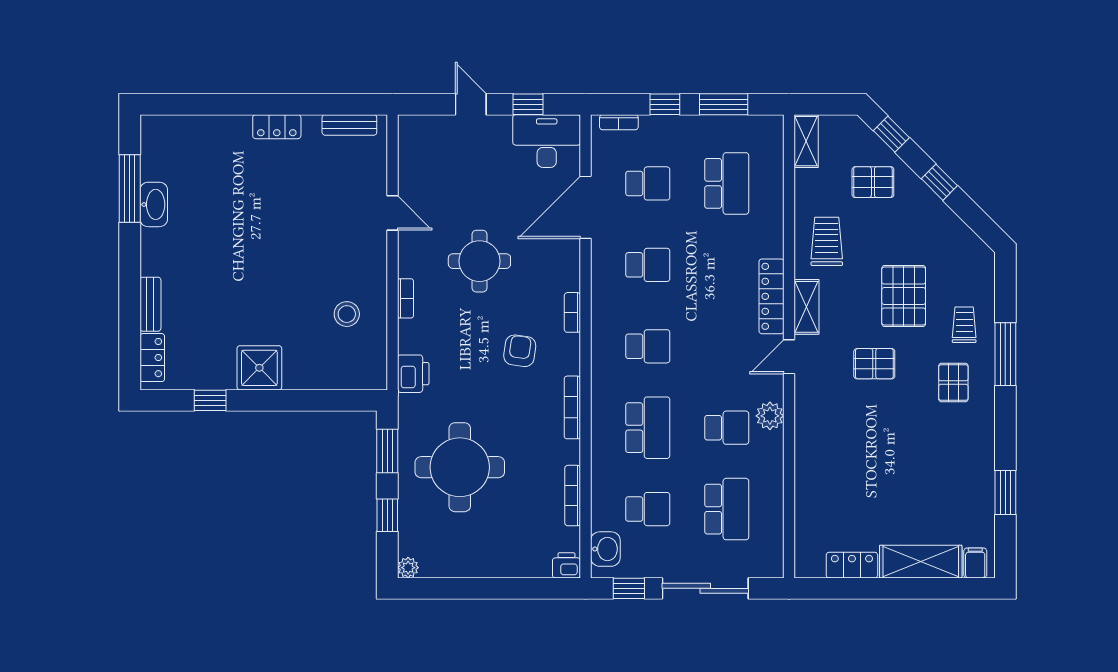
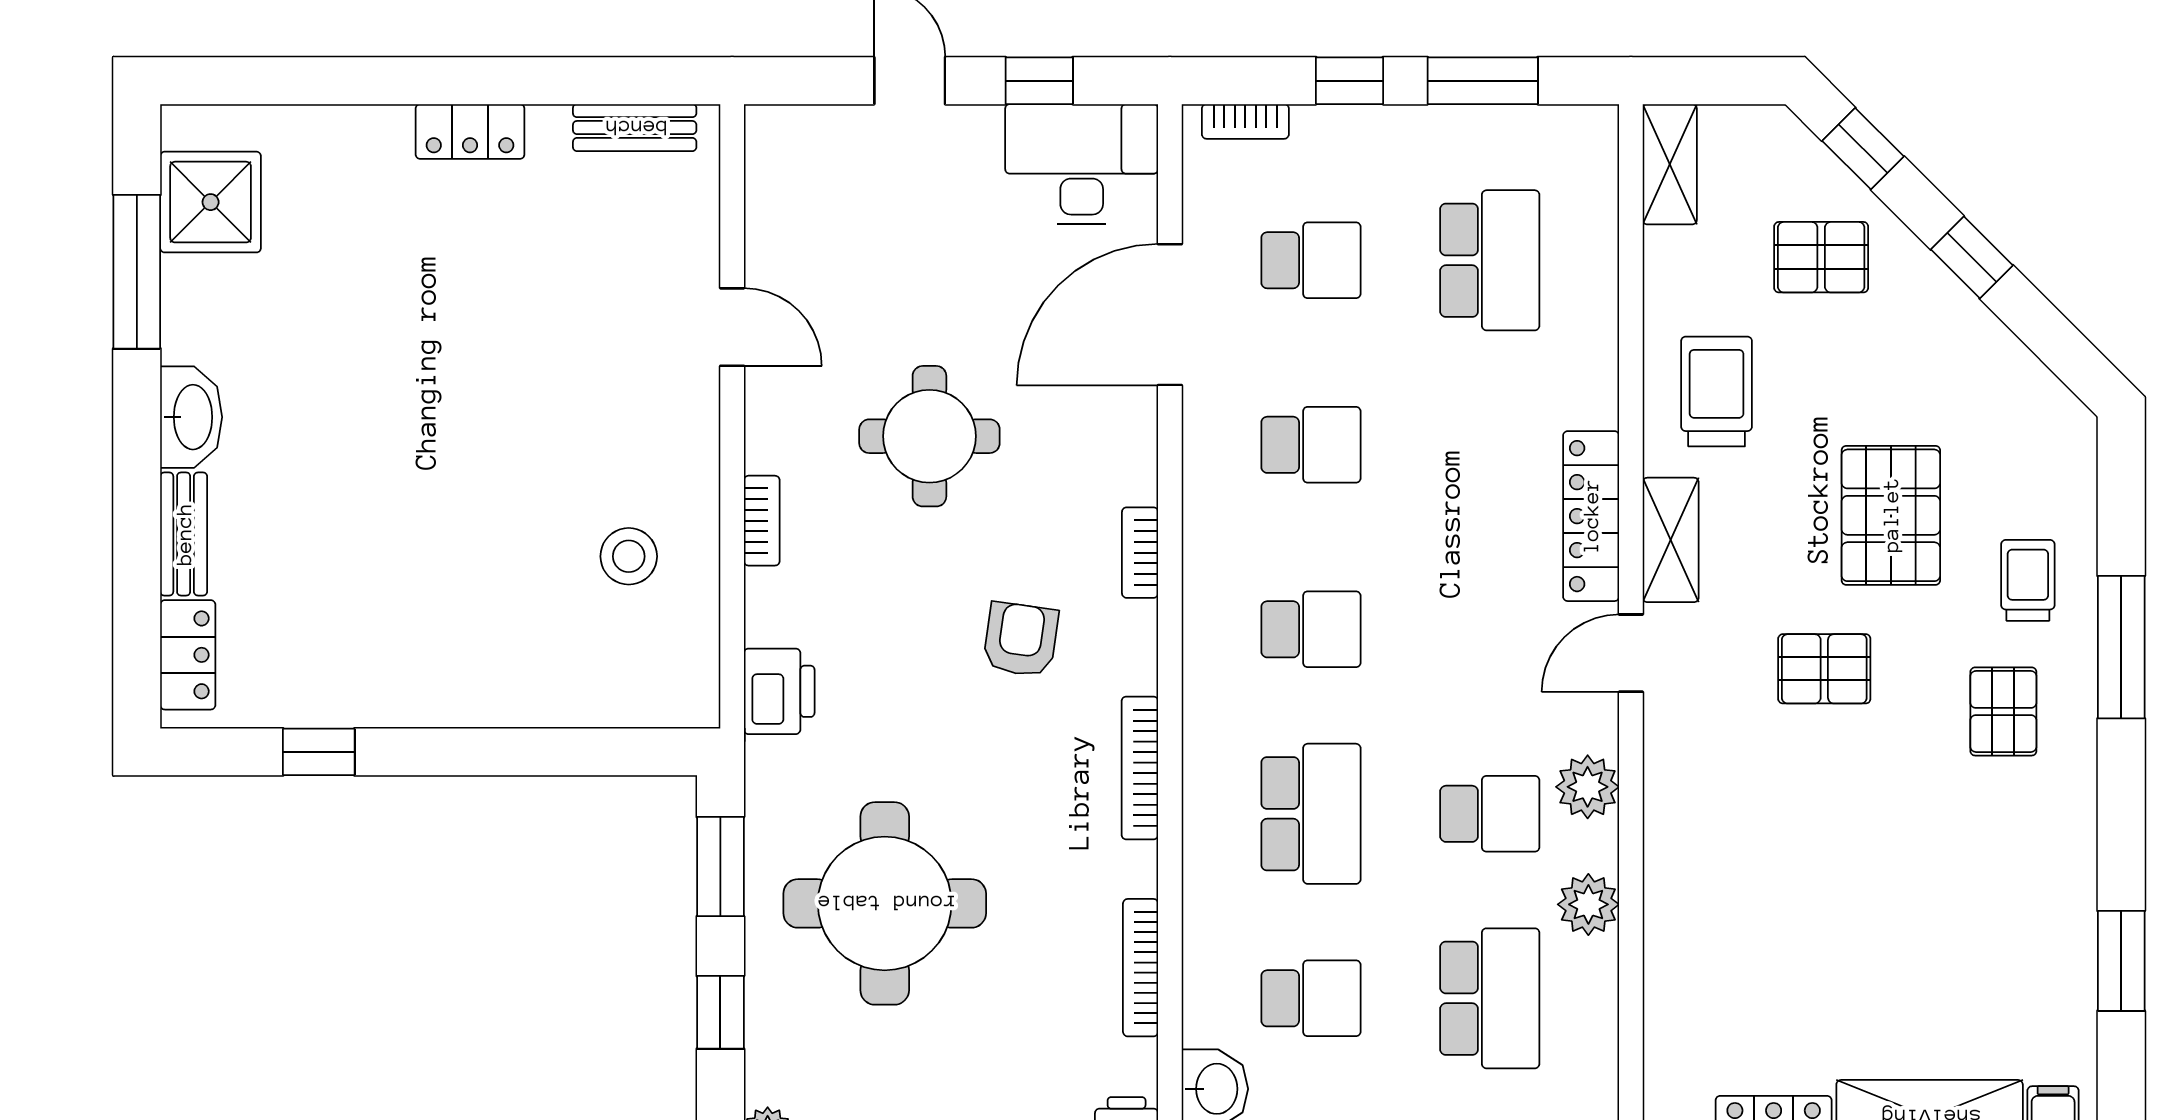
washbasin: (154, 204) -> (191, 417), moved
shower: (259, 368) -> (211, 202), moved
plant: (770, 468) -> (1588, 904), added

